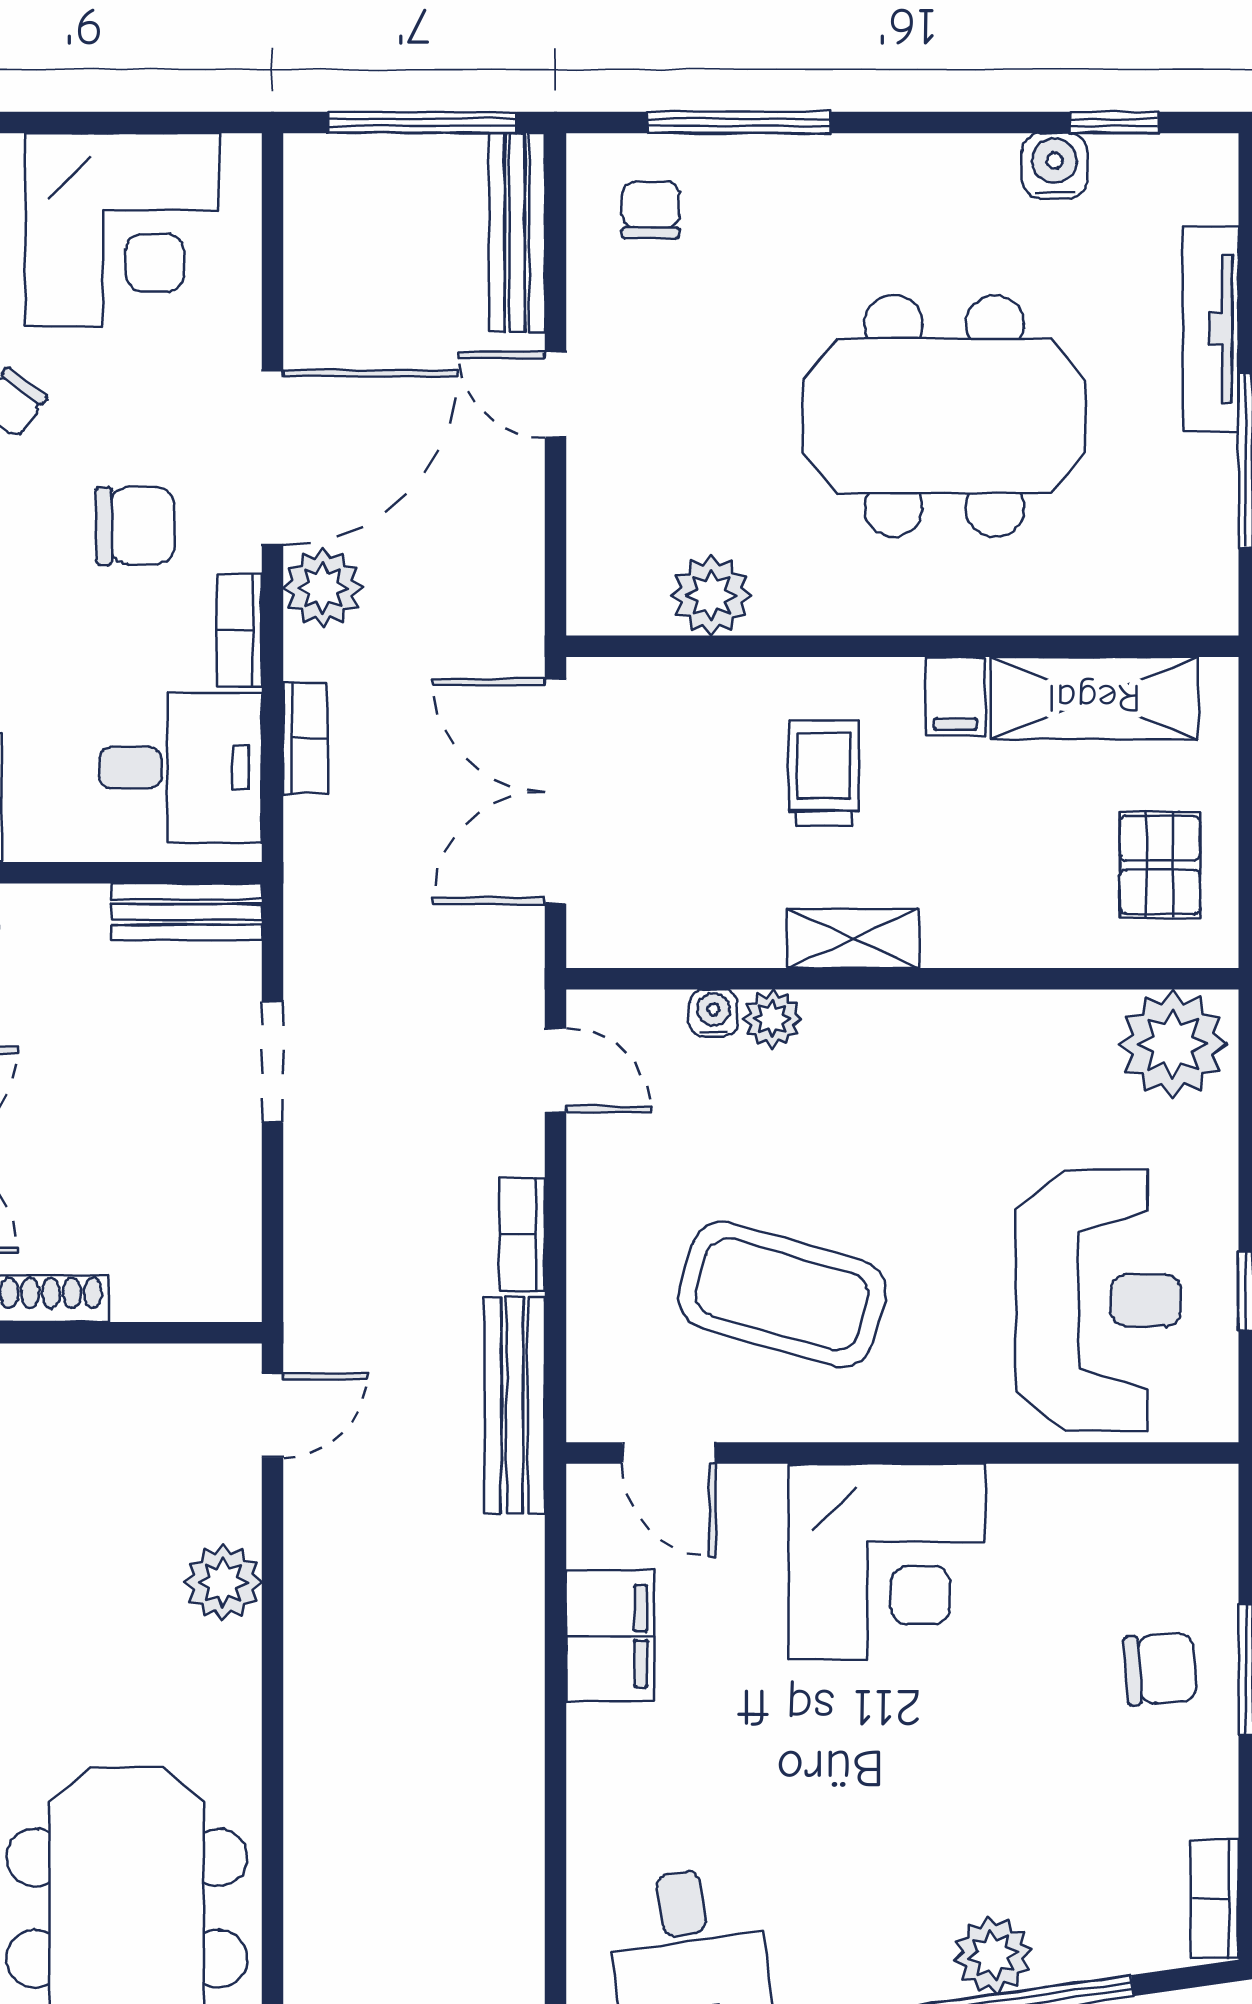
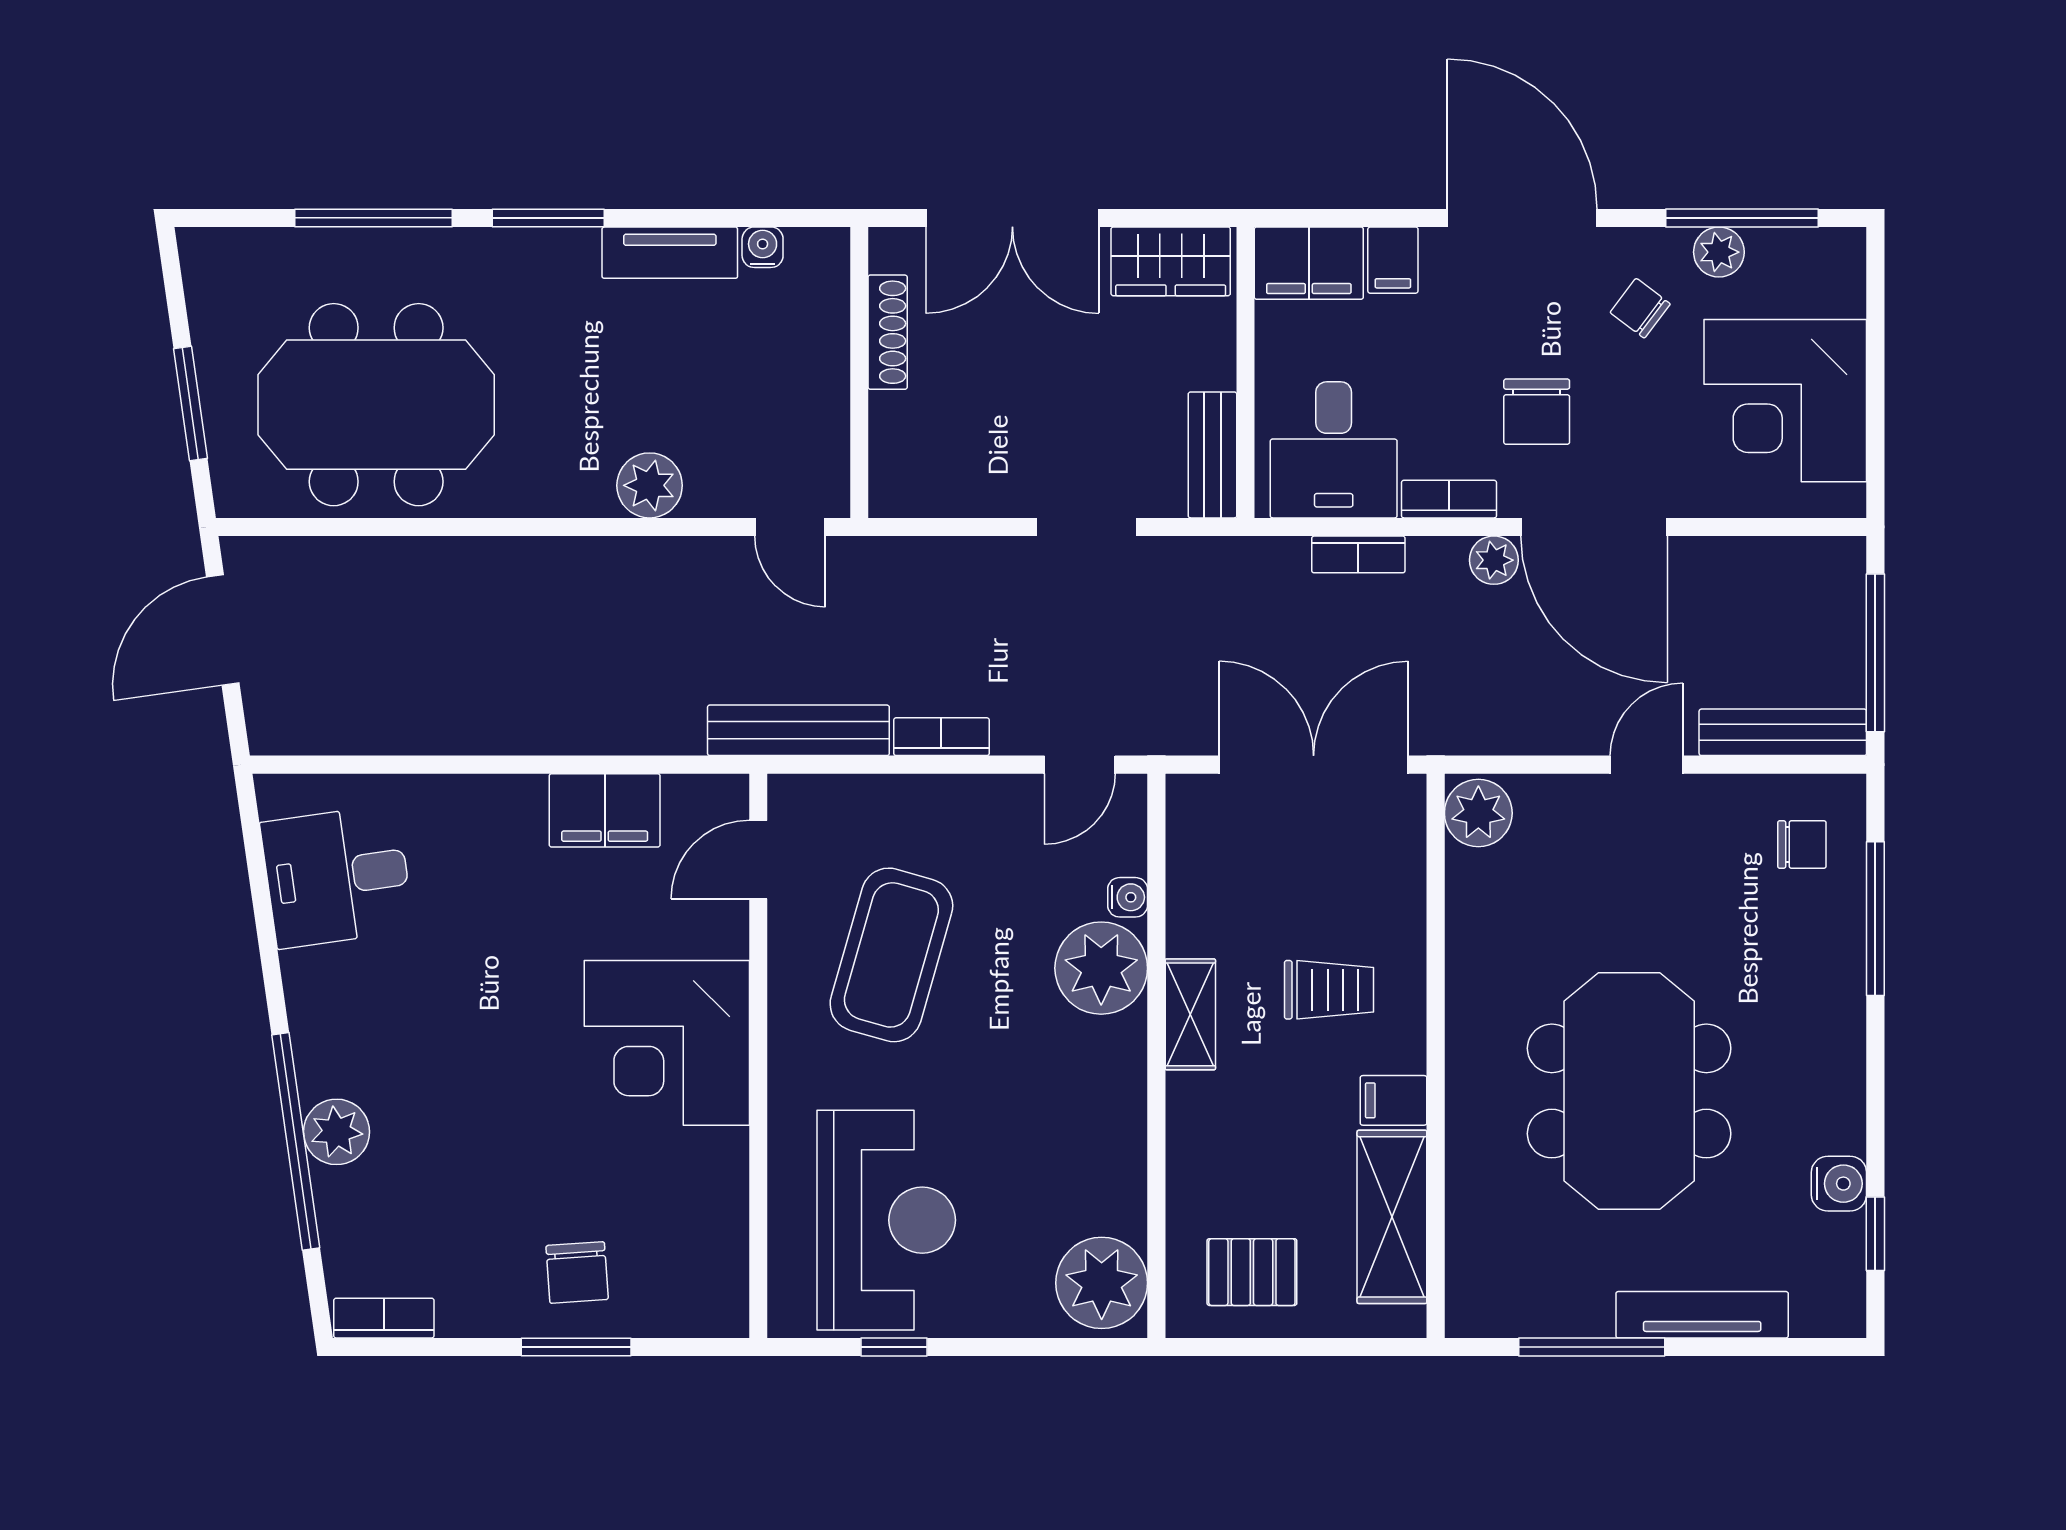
plant: (323, 588) -> (1494, 560), width x0.73, depth x0.73
plant: (711, 595) -> (1478, 813), moved
plant: (772, 1019) -> (1101, 968), width x1.88, depth x1.88
reception desk: (1098, 1301) -> (886, 1220), turned -90

